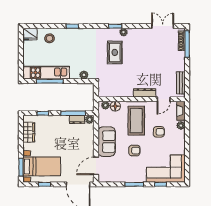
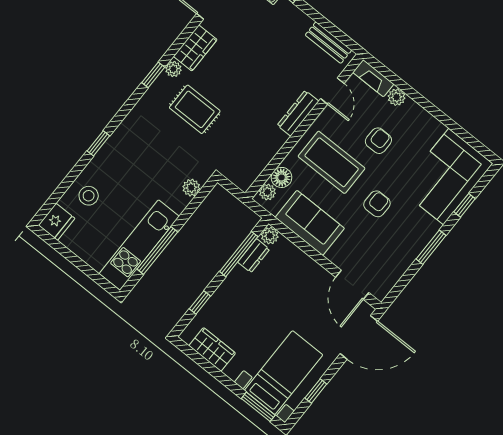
wardrobe: (138, 34) -> (195, 48), added
sofa: (107, 142) -> (310, 223), moved

